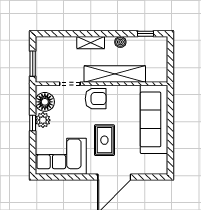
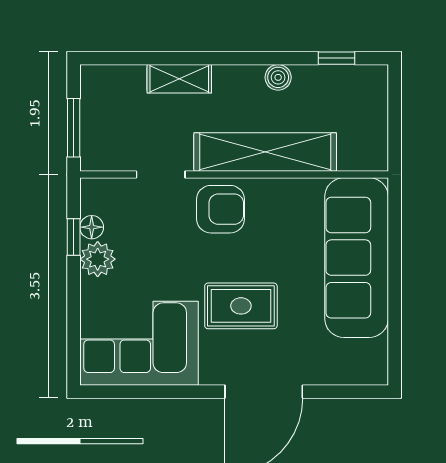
shelving: (91, 43) -> (179, 79), moved
floor lamp: (45, 102) -> (92, 227), width x0.53, depth x0.53
window: (33, 123) -> (74, 237), moved
rug: (104, 140) -> (241, 306), turned 90

